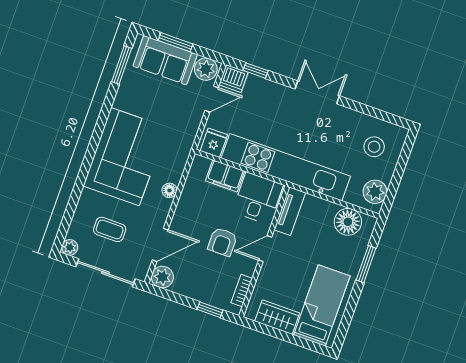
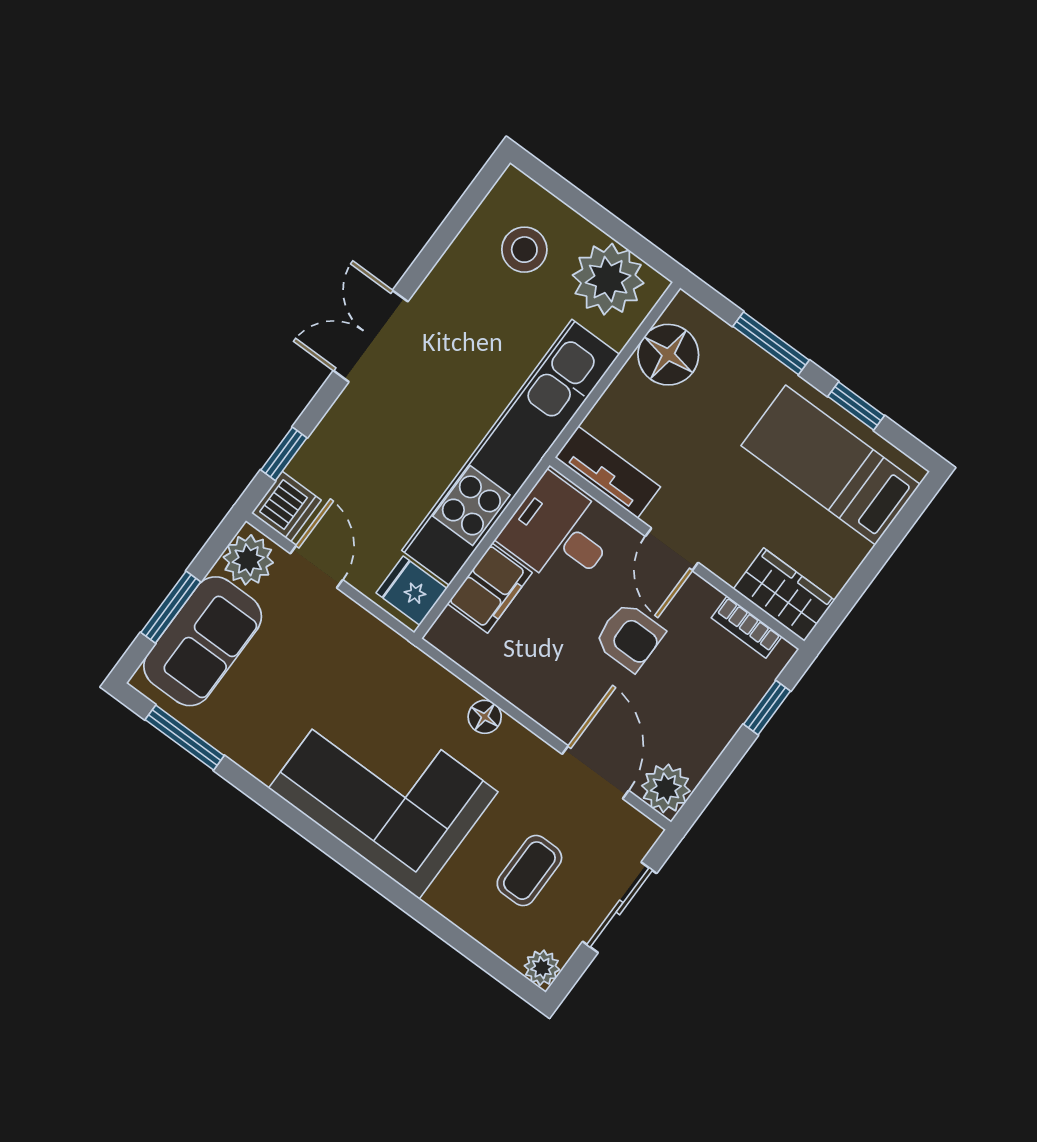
plant: (375, 192) -> (608, 279), width x1.36, depth x1.36
sliding door: (106, 273) -> (620, 907), width x0.73
window: (350, 309) -> (856, 406), added
wardrobe: (277, 317) -> (784, 595), moved, turned 90

